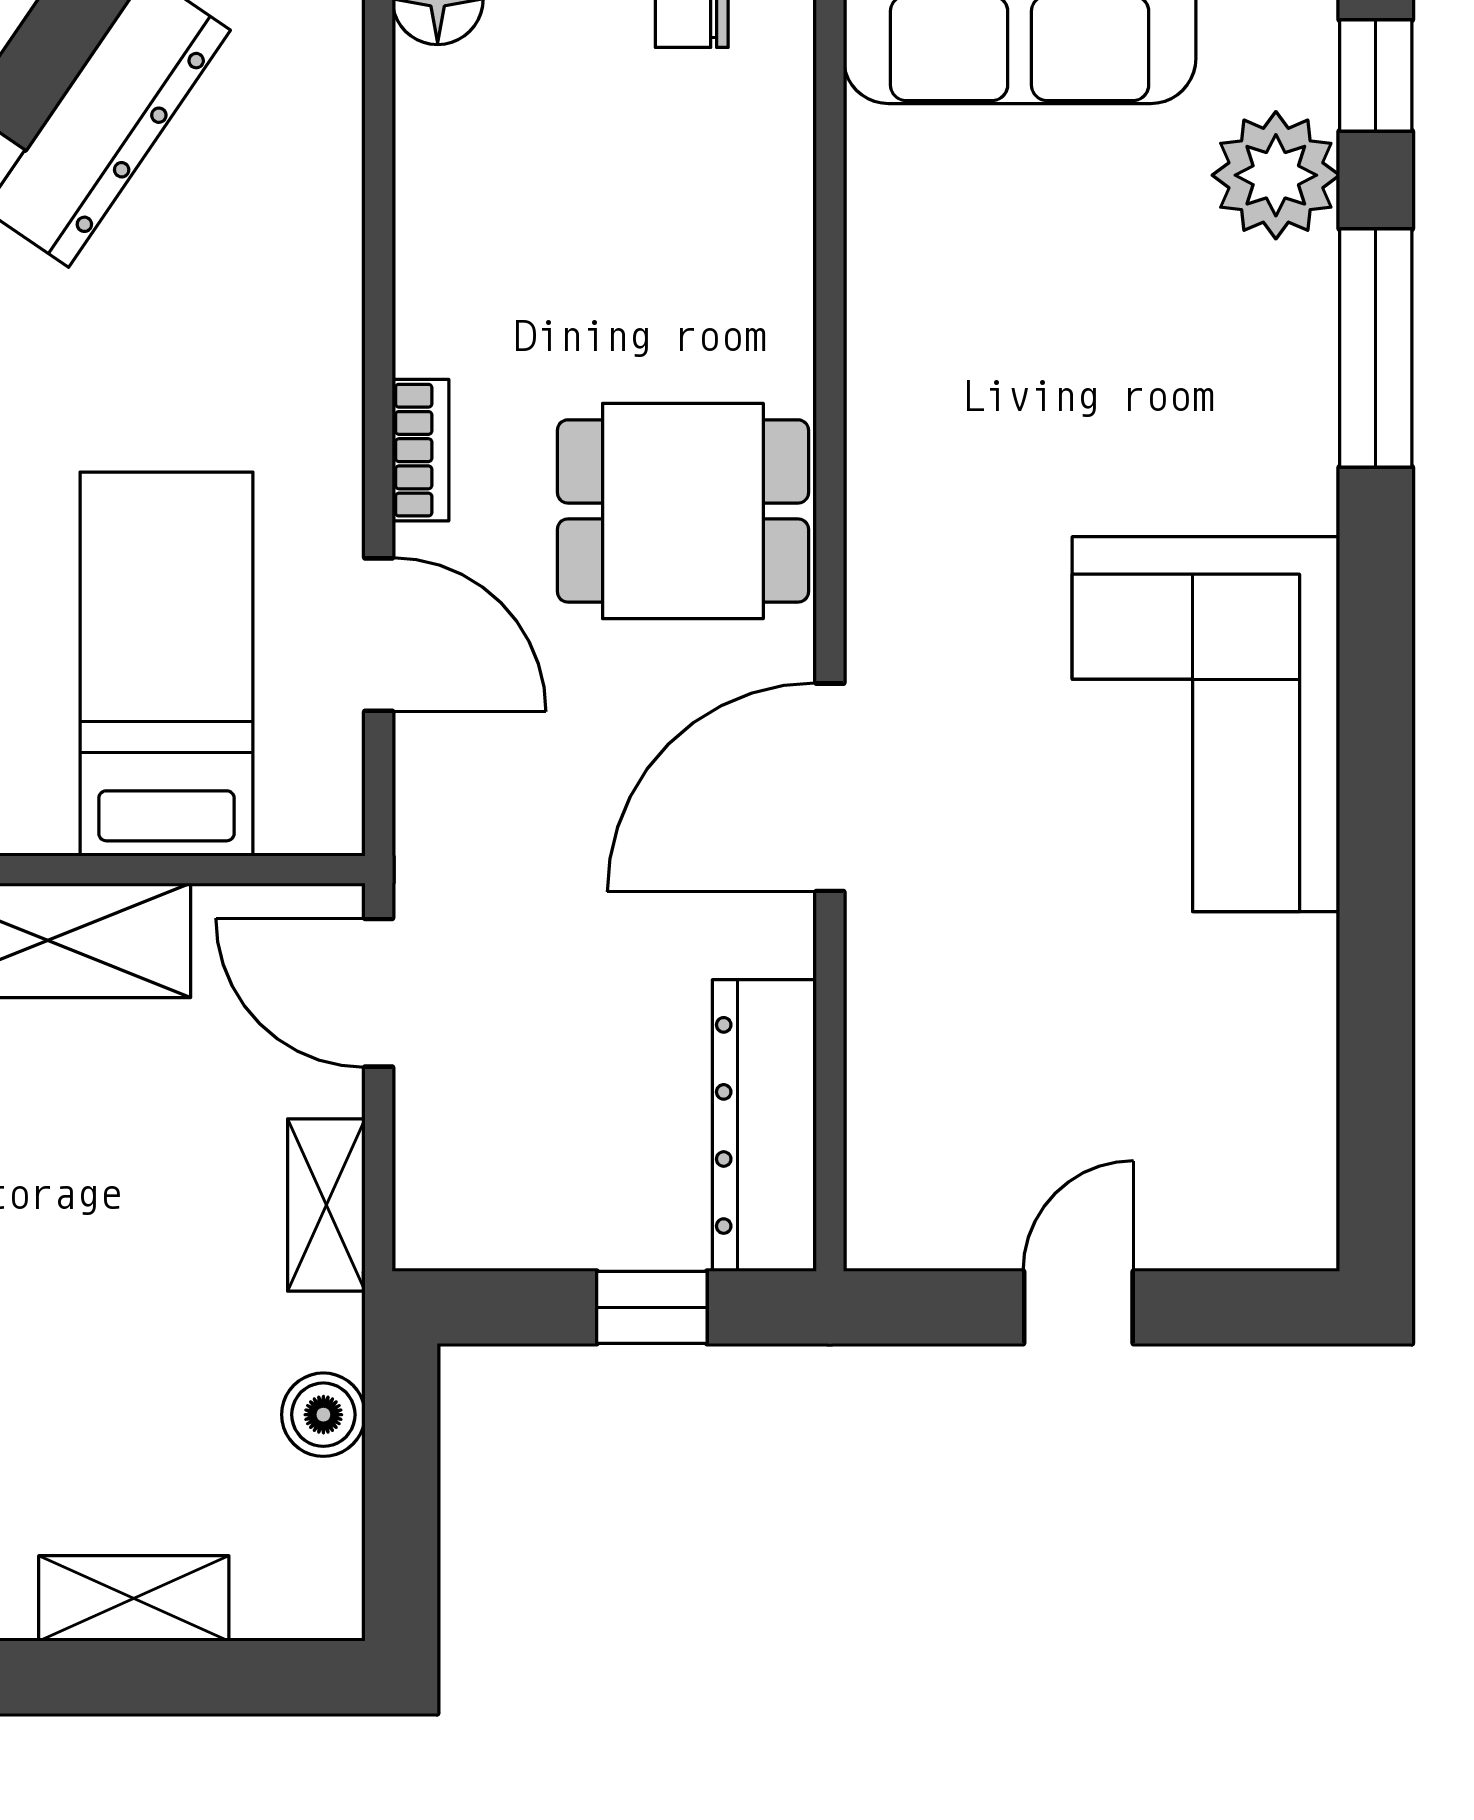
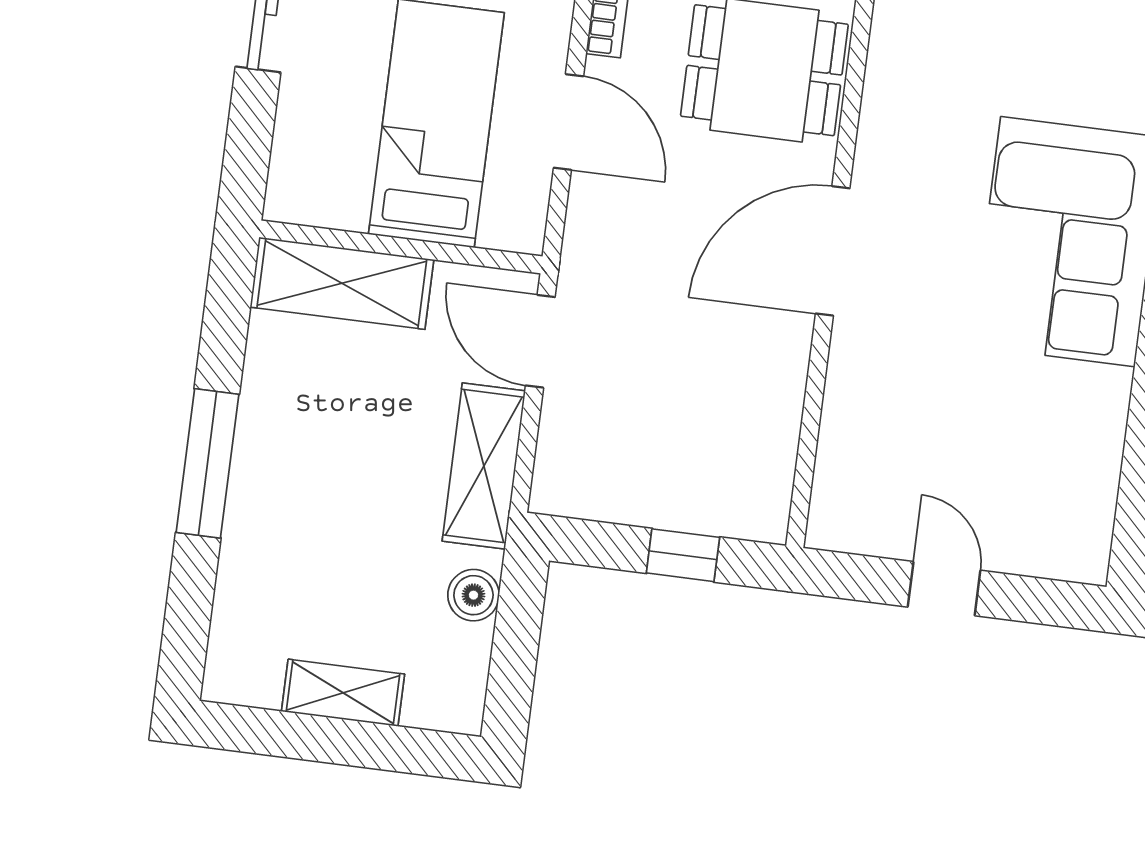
dresser: (764, 1125) -> (766, 453), removed
shelving: (326, 1205) -> (484, 466), width x1.50, depth x1.33
door: (1078, 1307) -> (944, 589), hinge flipped

